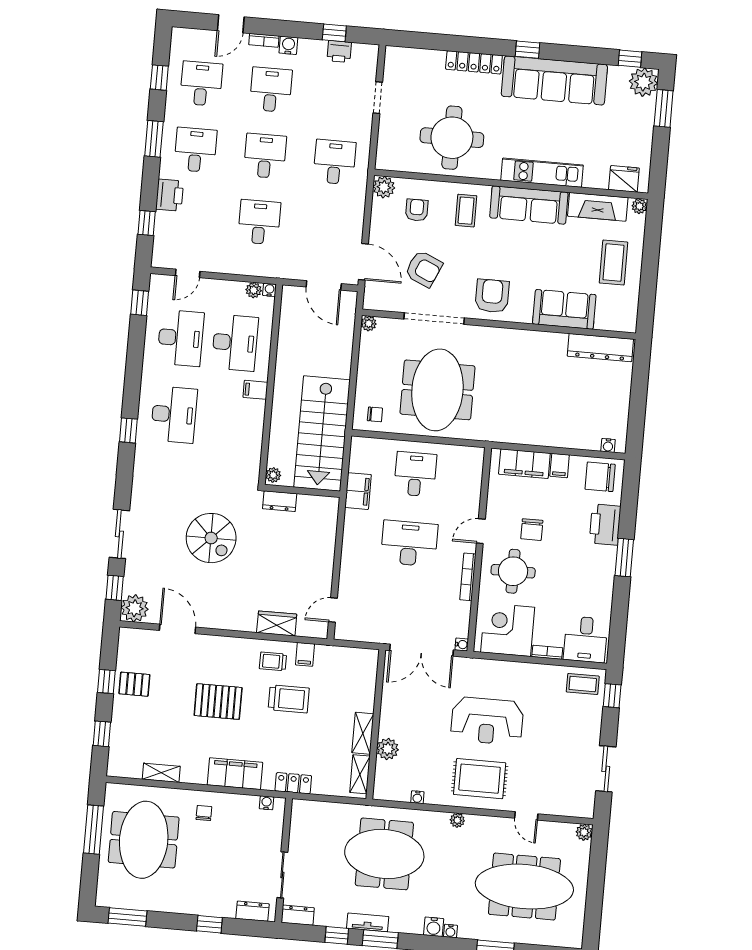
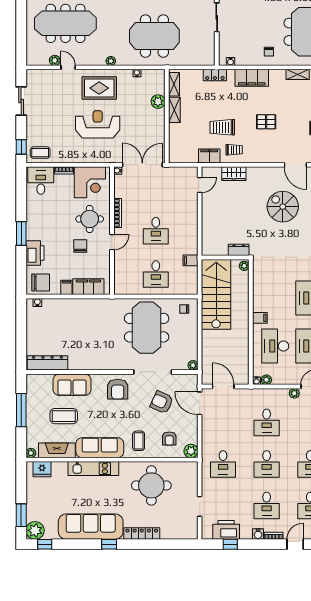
printer: (339, 51) -> (226, 530), width x1.87, depth x1.48
coffee table: (613, 263) -> (64, 416), moved, turned 90
plant: (211, 265) -> (294, 393), added
window: (649, 276) -> (21, 410), added
filing cabinet: (358, 491) -> (190, 260), width x0.50
spiral stairs: (211, 538) -> (283, 207), moved
desk: (409, 543) -> (156, 231), width x0.73
filing cabinet: (305, 654) -> (209, 156), width x2.00
pallet: (218, 702) -> (266, 122), width x0.67, depth x0.71
plant: (584, 832) -> (55, 60), moved

